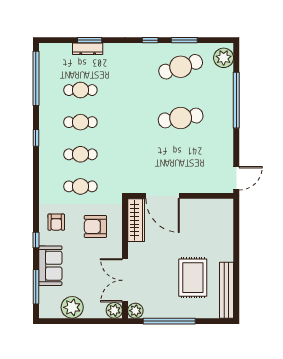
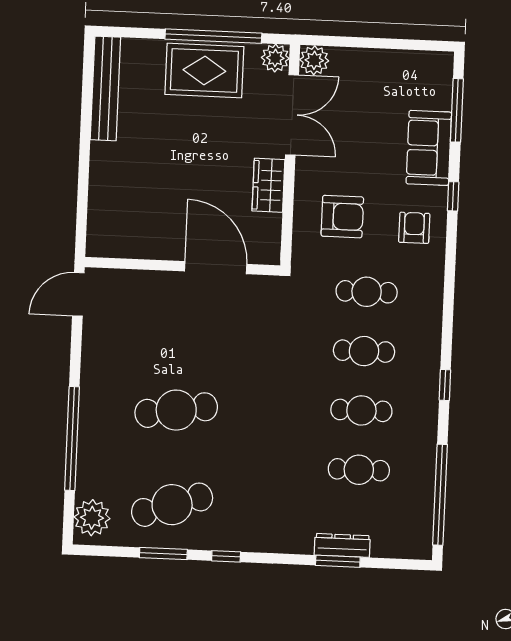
wardrobe: (136, 220) -> (268, 185), moved, width x0.67
rug: (193, 278) -> (204, 71), moved, turned 90
plant: (72, 307) -> (392, 69), removed

